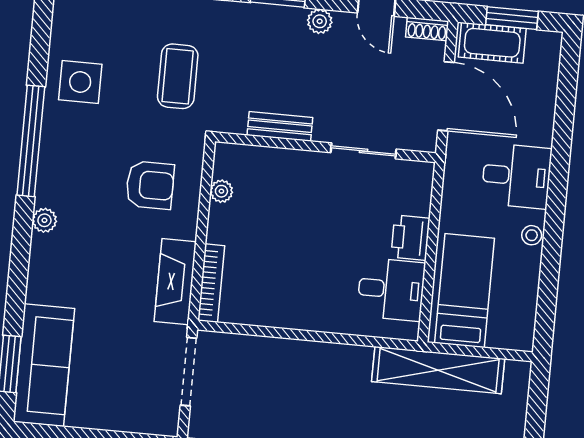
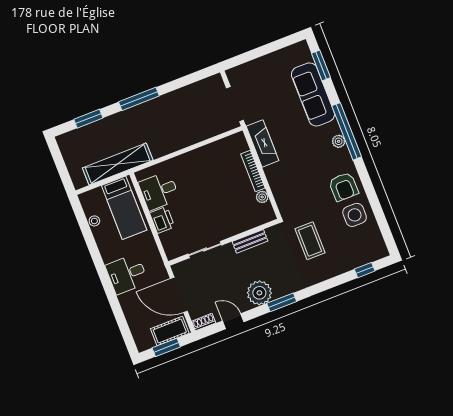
plant: (320, 21) -> (259, 293), width x1.88, depth x1.88
window: (31, 141) -> (347, 131), moved
armchair: (150, 185) -> (344, 187), moved, turned -90
stool: (532, 235) -> (94, 221), moved
bookcase: (211, 283) -> (253, 171), moved
sofa: (44, 365) -> (313, 94), moved

